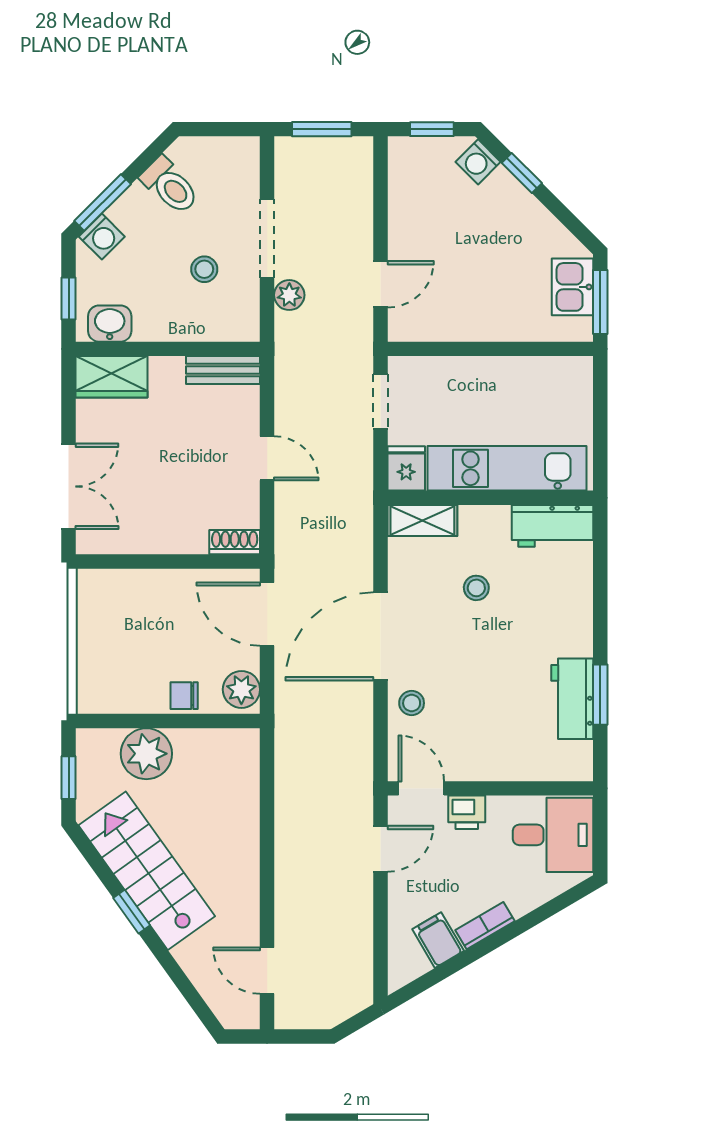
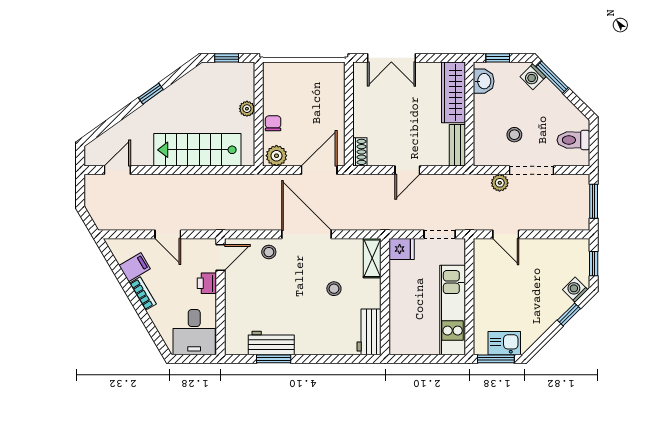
toilet: (170, 186) -> (573, 140), moved, turned 45
wardrobe: (112, 377) -> (453, 92), width x1.50
kitchen unit: (507, 468) -> (453, 310), moved, turned 180
plant: (146, 754) -> (247, 109), width x0.53, depth x0.53
door: (380, 849) -> (168, 234), moved
stairs: (147, 871) -> (197, 150), moved, turned -144

